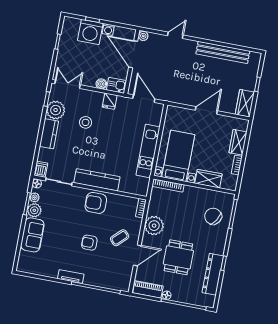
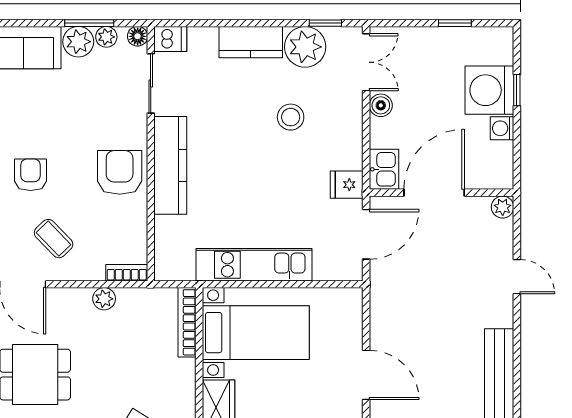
door: (133, 54) -> (434, 193), moved
boiler: (101, 84) -> (381, 105), moved
fridge: (110, 101) -> (347, 185), moved
plant: (154, 226) -> (104, 299), width x0.53, depth x0.53

